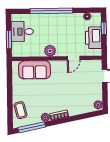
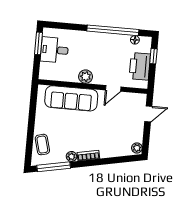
window: (51, 11) -> (113, 30), moved
window: (9, 40) -> (38, 43), moved
sofa: (34, 70) -> (71, 98), width x1.36

